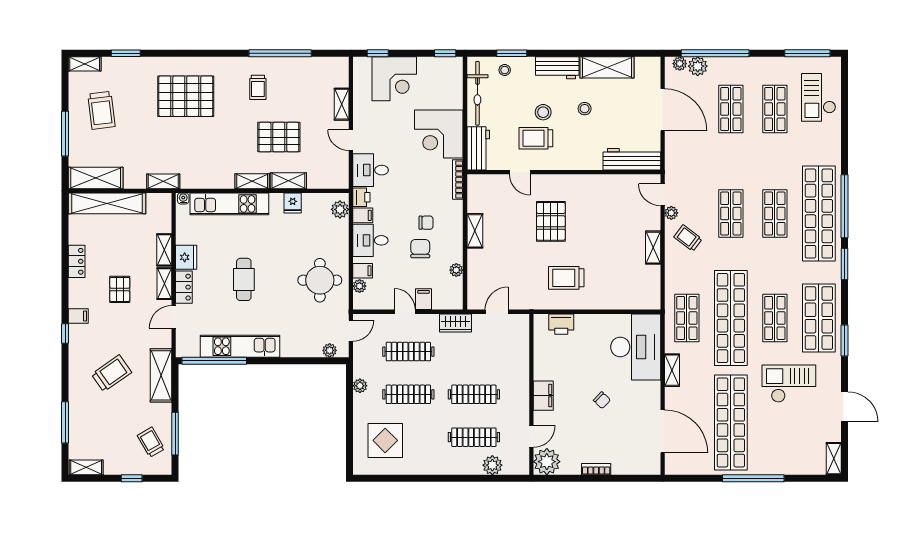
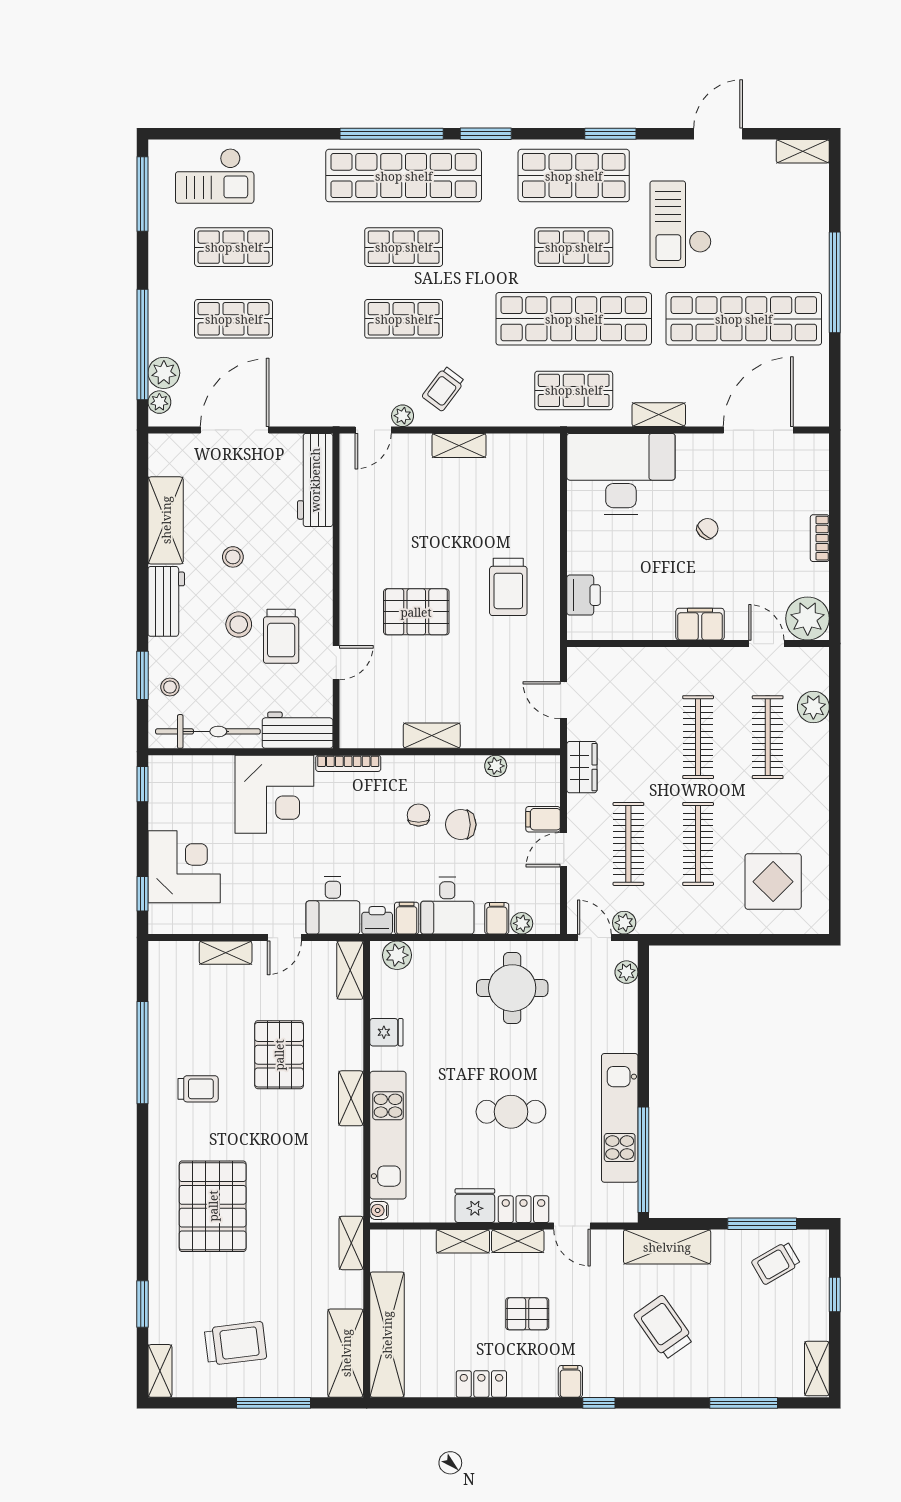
shelving: (288, 181) -> (350, 970), moved
plant: (360, 386) -> (624, 923), moved

